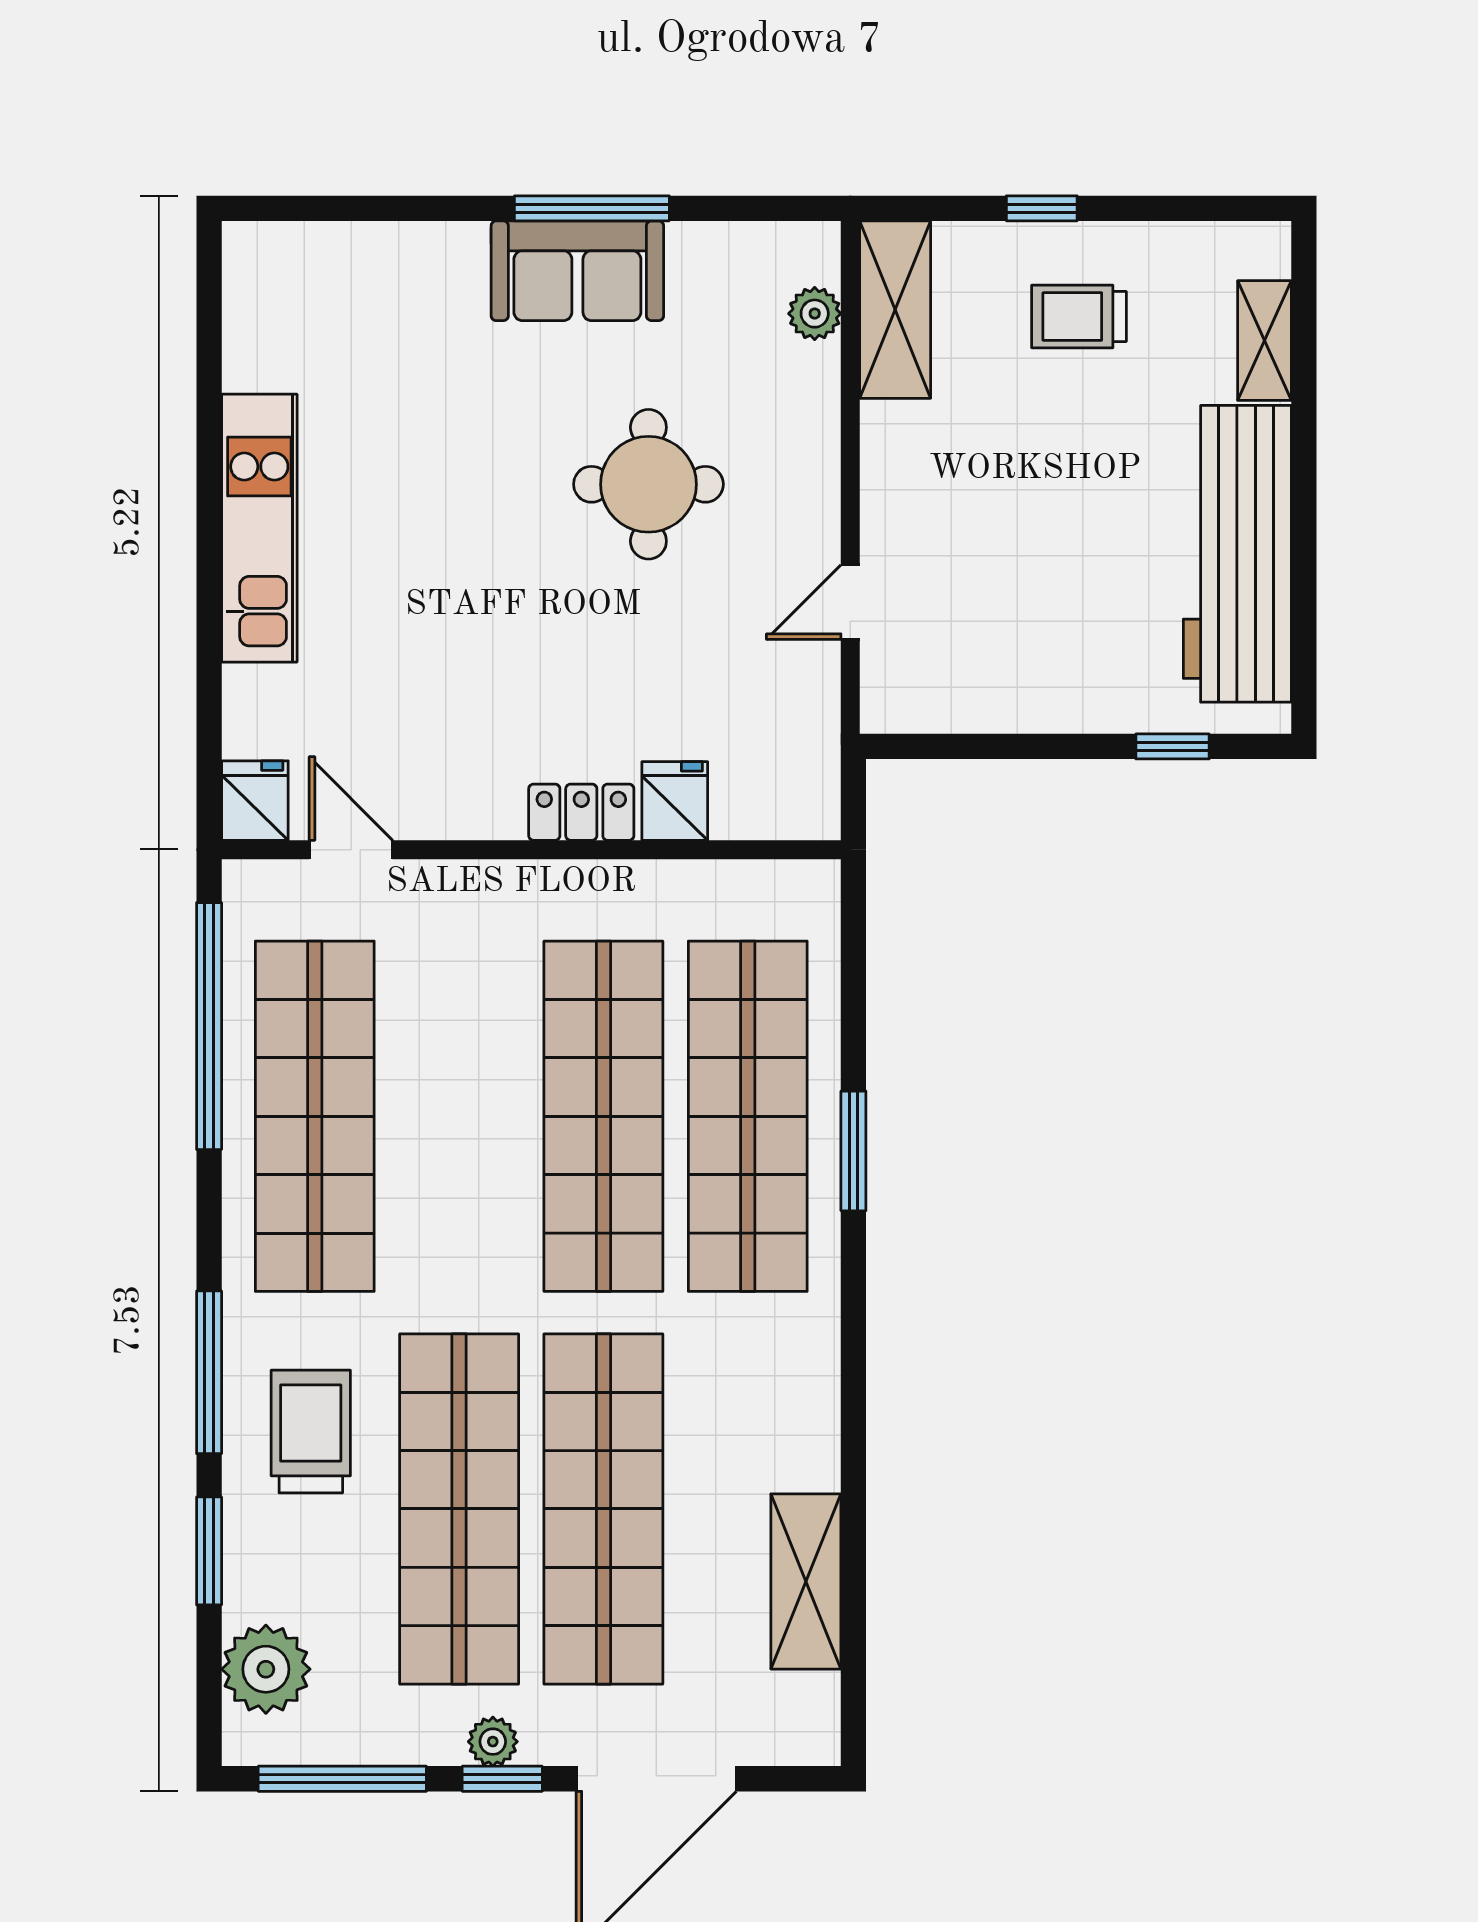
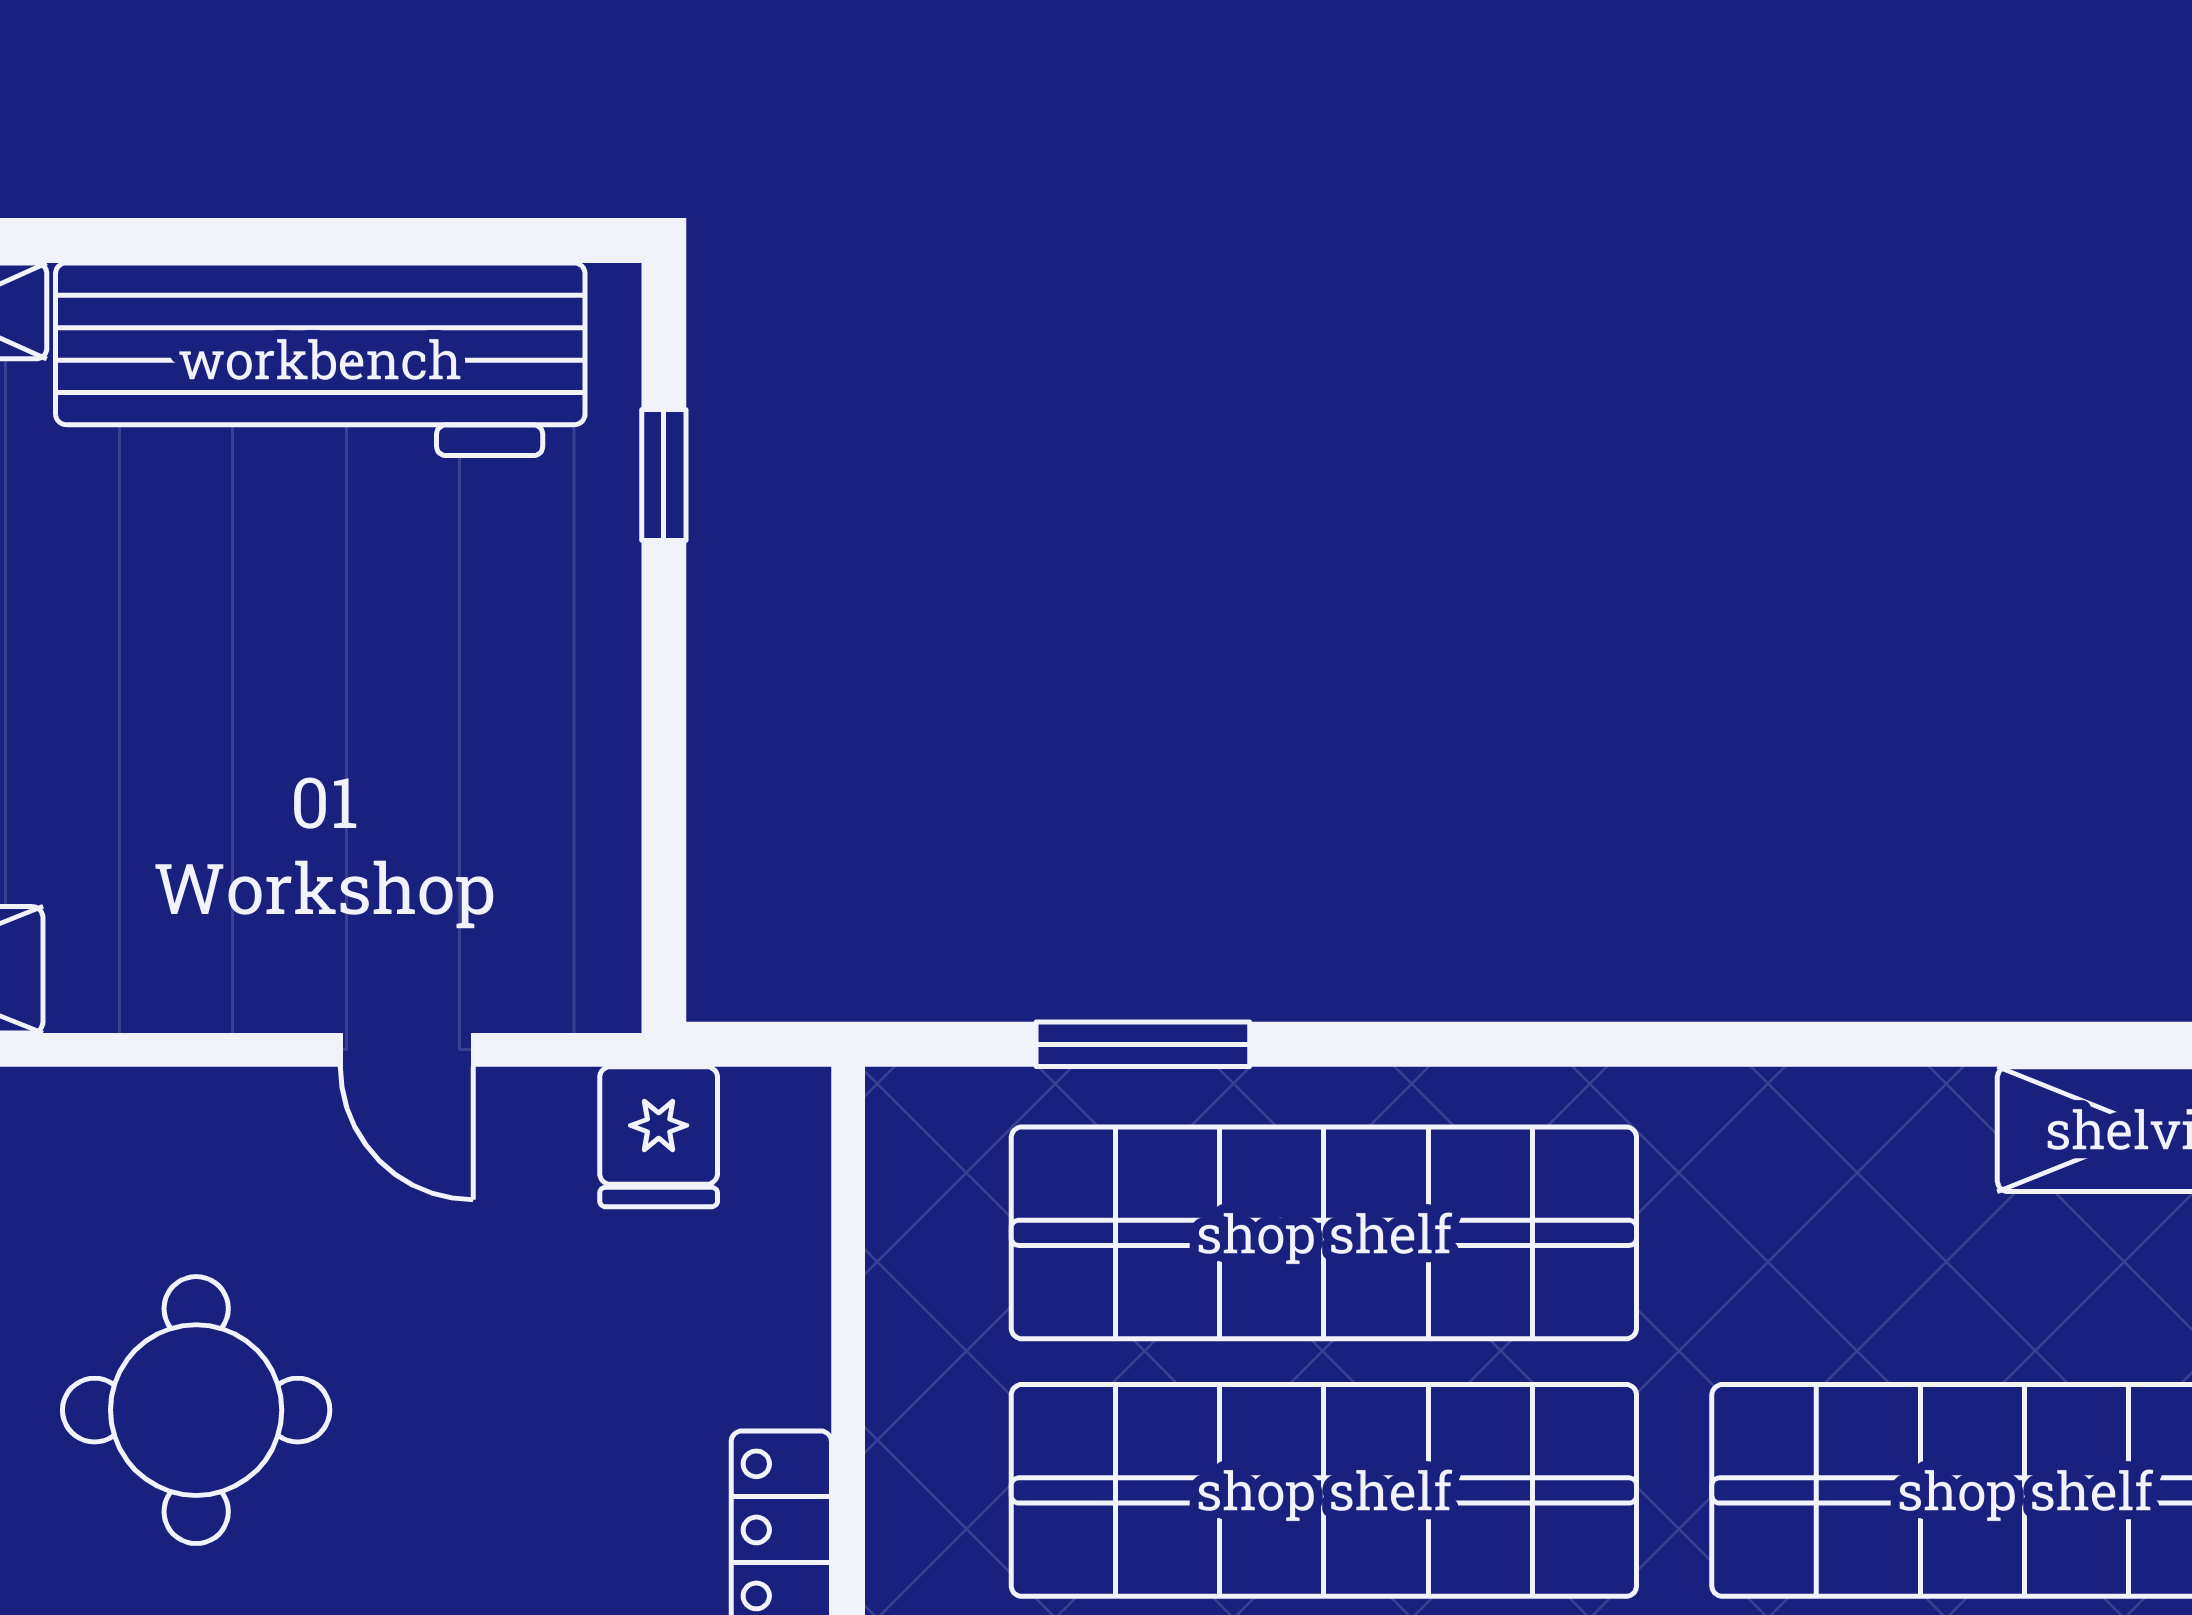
fridge: (675, 801) -> (659, 1137), moved, turned -90
window: (853, 1151) -> (1143, 1044), moved

